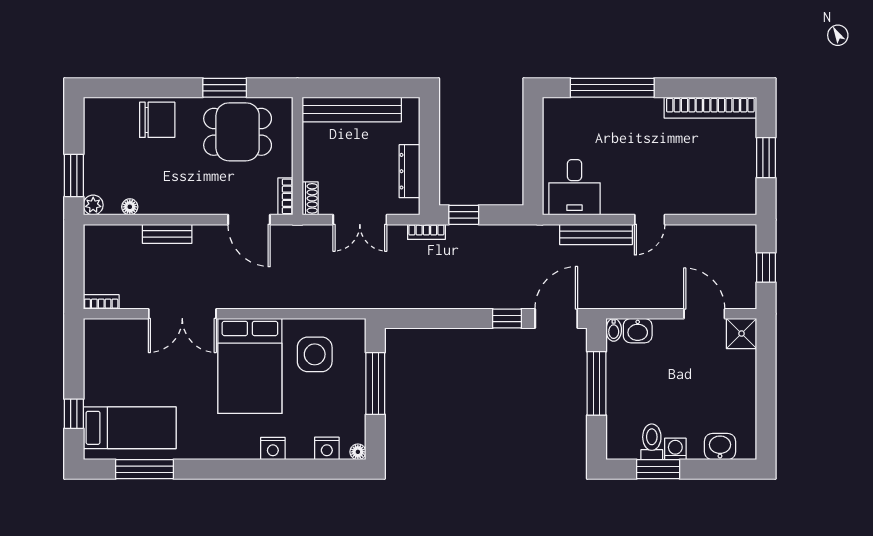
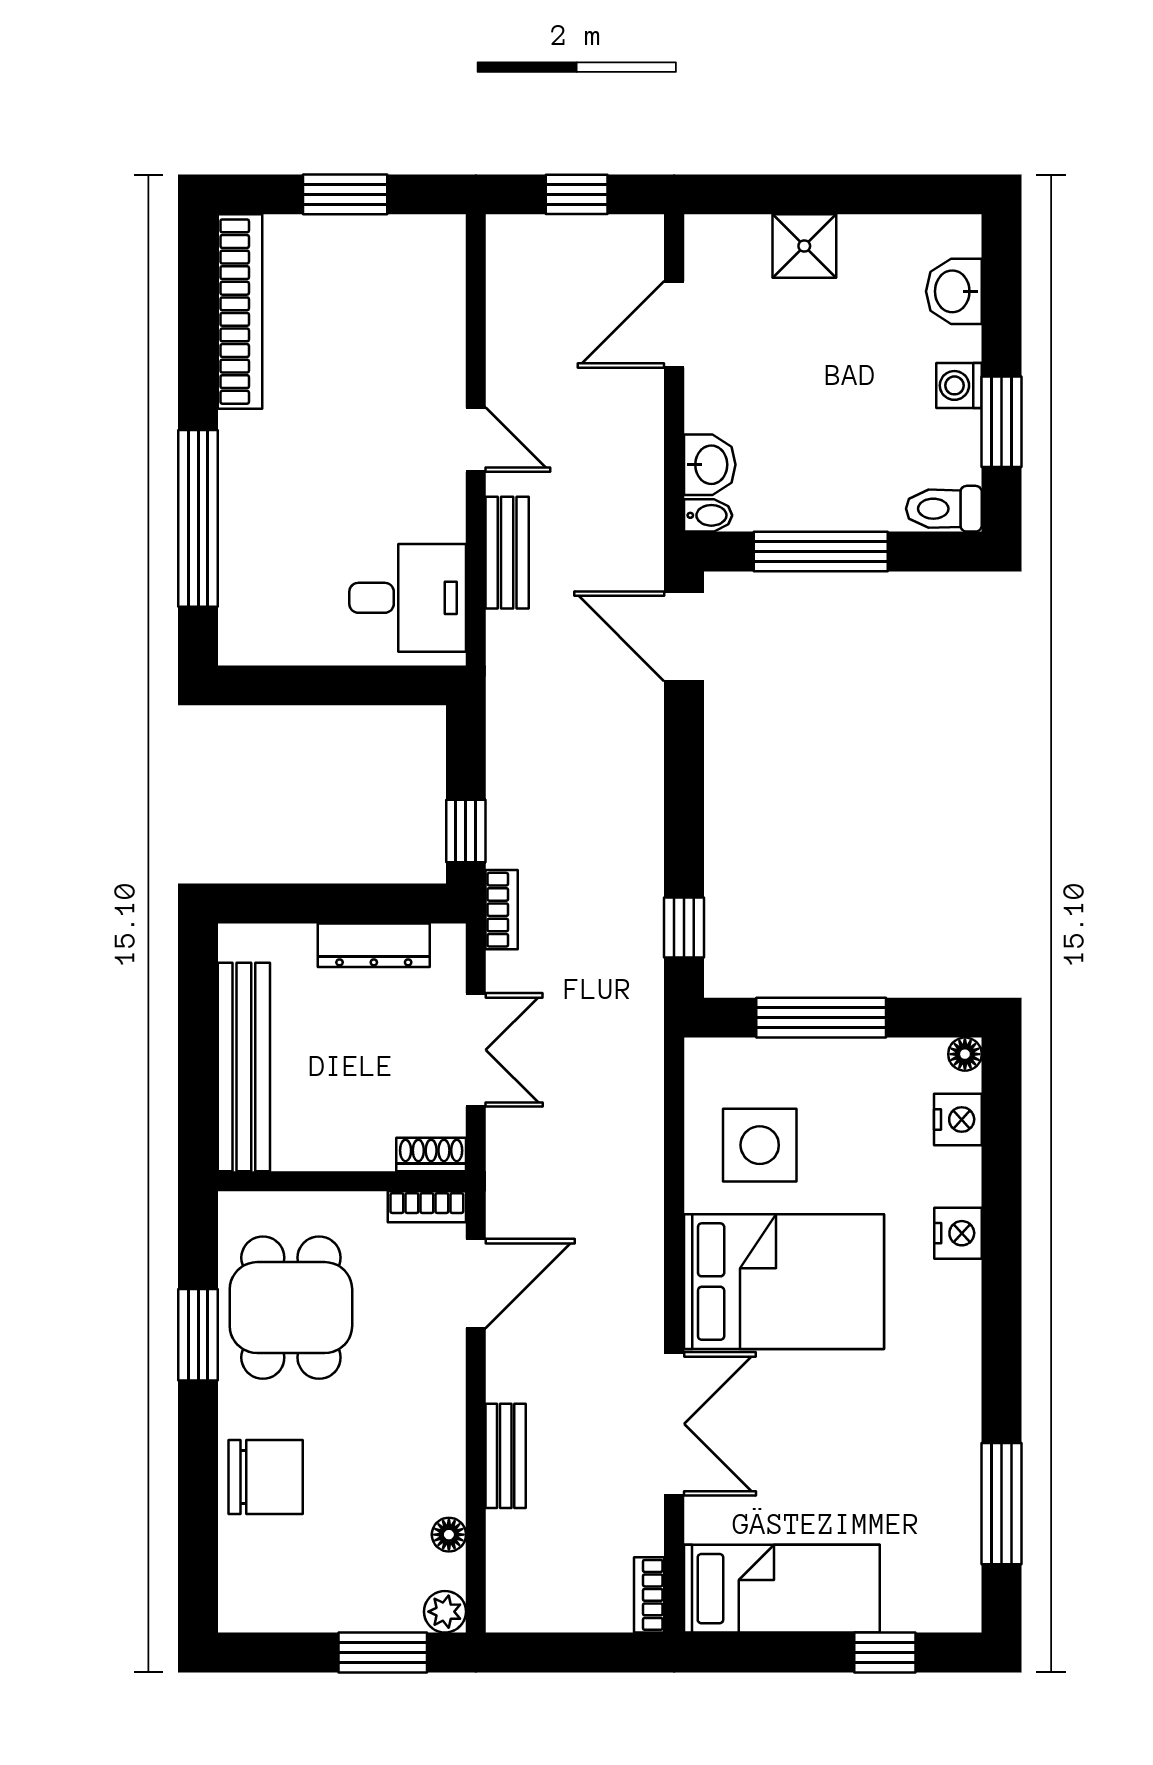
chair: (157, 120) -> (266, 1477), turned 90
bench: (596, 234) -> (507, 553), width x0.73
window: (507, 318) -> (684, 927), moved
shower: (742, 334) -> (804, 246), moved
bed: (130, 428) -> (782, 1589), moved, turned 90
toilet: (652, 442) -> (944, 509), moved

